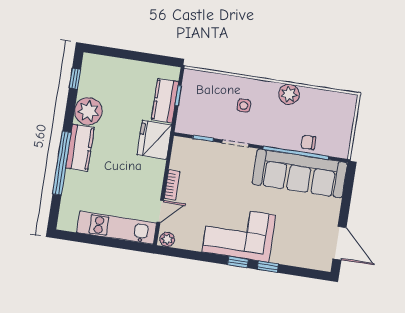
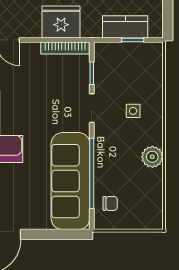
fridge: (154, 140) -> (61, 22), moved
chair: (308, 142) -> (110, 203), moved, turned 90
bookcase: (172, 185) -> (65, 48), moved, width x1.56

